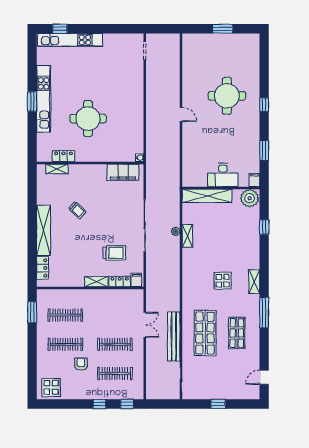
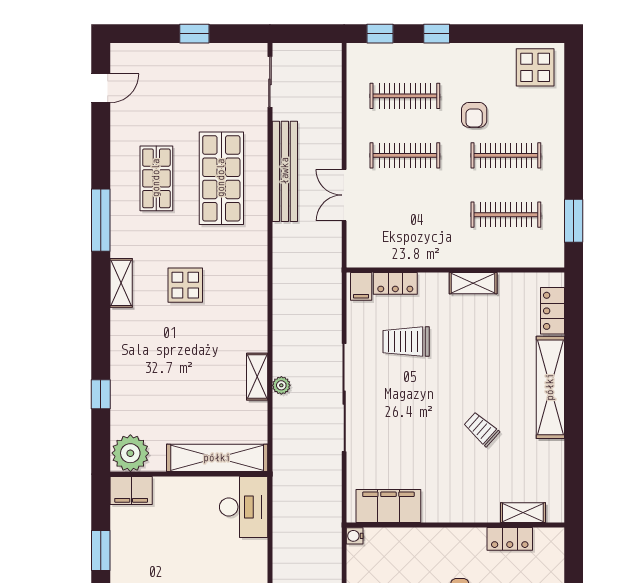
desk: (223, 175) -> (244, 507), moved, turned 90
filing cabinet: (254, 180) -> (131, 490), width x2.00
shelving: (96, 282) -> (473, 283), moved

